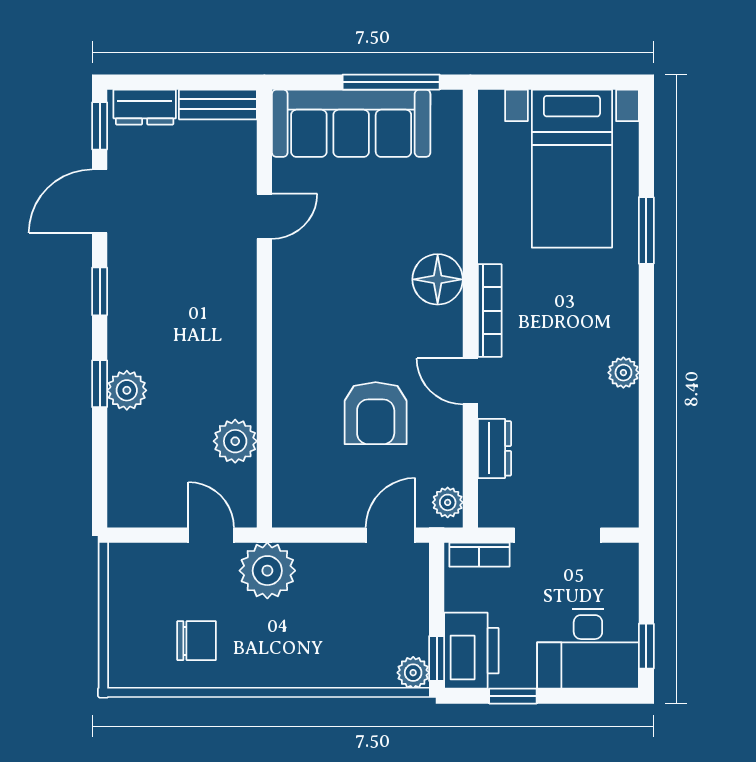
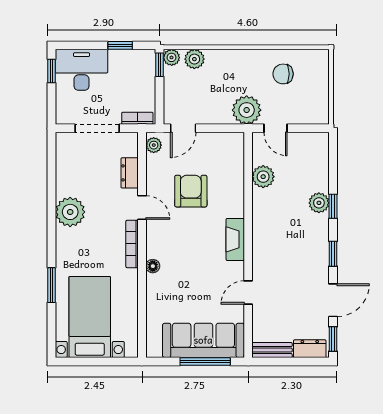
window: (391, 82) -> (205, 362), moved
floor lamp: (438, 279) -> (153, 266), width x0.53, depth x0.53
fireplace: (289, 319) -> (235, 239), added
plant: (623, 373) -> (70, 212), width x1.88, depth x1.88
printer: (471, 651) -> (142, 69), removed
plant: (369, 669) -> (194, 59), added

